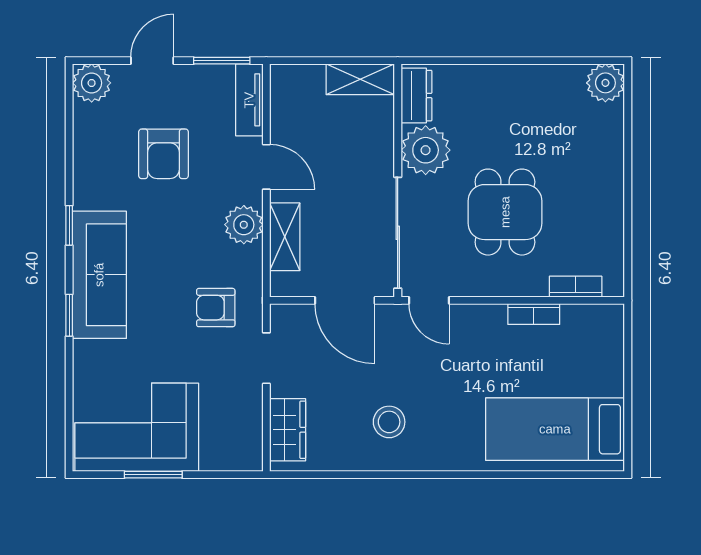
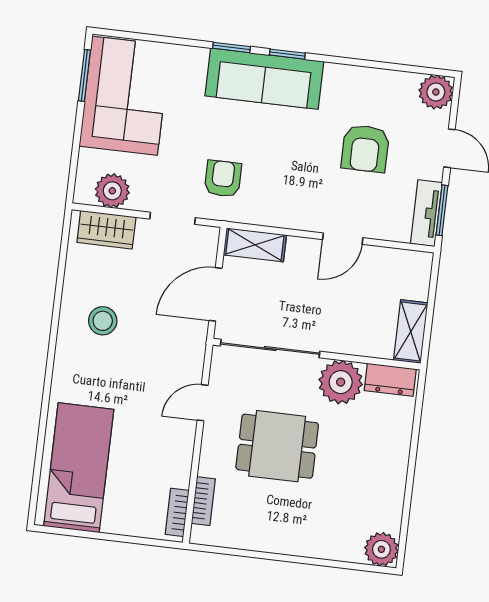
tv unit: (249, 100) -> (426, 213), moved, turned -90
armchair: (164, 154) -> (365, 149), turned -90
window: (69, 225) -> (287, 54), moved
plant: (244, 225) -> (112, 191), moved
shelving: (285, 237) -> (255, 245), moved
door: (429, 300) -> (203, 403), moved
bookcase: (534, 314) -> (177, 512), moved
window: (153, 475) -> (84, 75), moved

